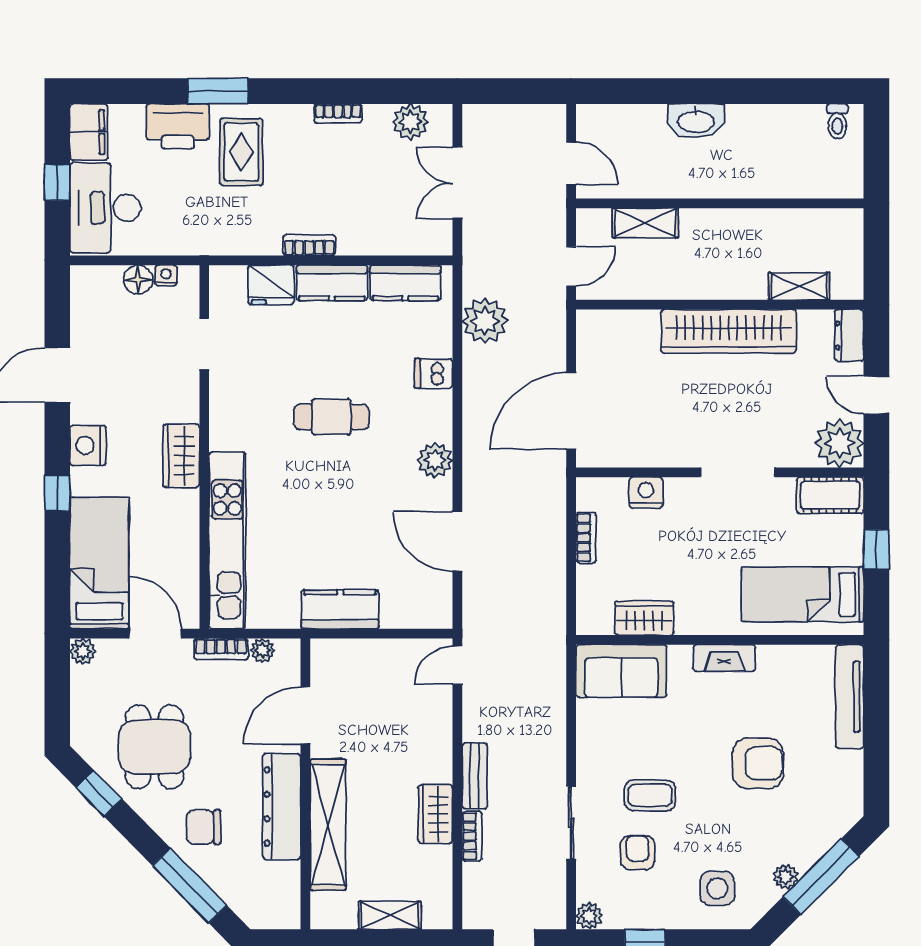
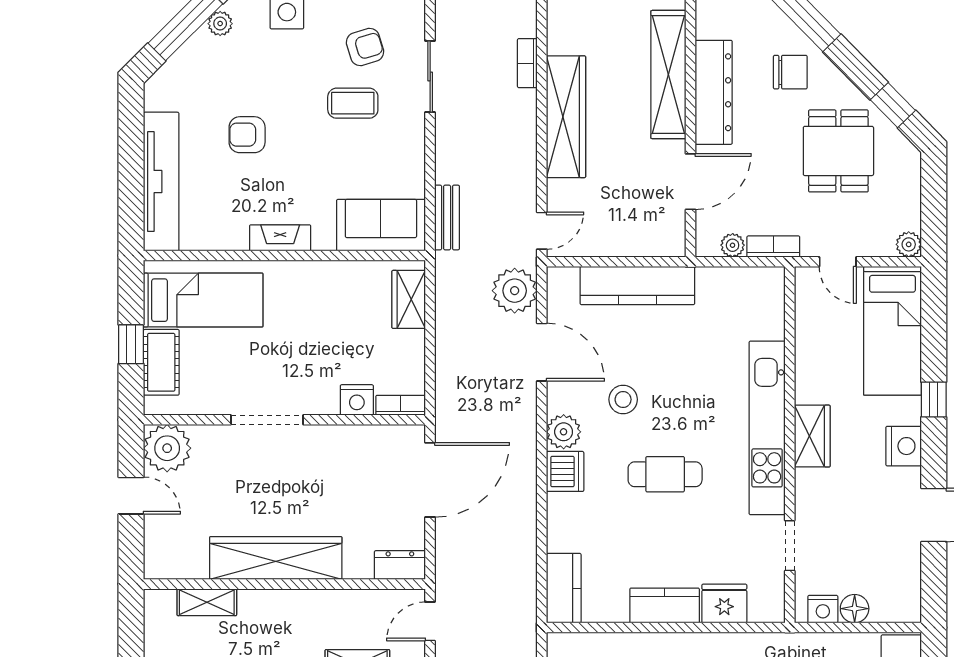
bookcase: (309, 245) -> (687, 642), removed
nightstand: (166, 275) -> (823, 609), width x1.39, depth x1.35
kitchen counter: (405, 283) -> (564, 588), moved, turned 90
plant: (485, 321) -> (515, 291), moved
dresser: (849, 335) -> (400, 565), moved, turned -90
dishwasher: (433, 374) -> (565, 471), moved, width x1.38
stool: (374, 493) -> (623, 399), added
cot: (830, 495) -> (161, 362), moved, turned 90
bookcase: (586, 538) -> (401, 405), moved, turned 90
kitchen unit: (227, 540) -> (767, 428), moved
kitchen counter: (340, 609) -> (637, 285), width x1.50
wardrobe: (644, 618) -> (409, 299), moved, turned 90
door: (155, 634) -> (838, 262), width x0.73
tv unit: (850, 697) -> (161, 182), width x1.36, depth x1.29
armchair: (758, 763) -> (247, 135), width x0.72, depth x0.72
bench: (475, 776) -> (447, 218), moved
wardrobe: (435, 814) -> (566, 117), width x2.10, depth x1.17
armchair: (638, 853) -> (365, 47), turned -107

